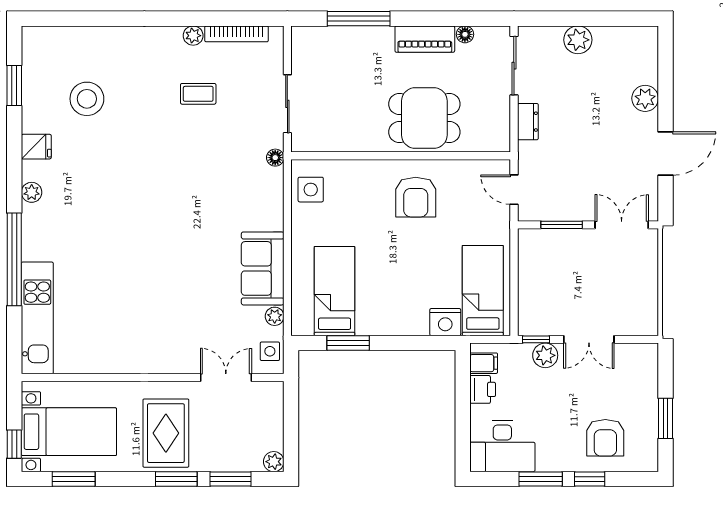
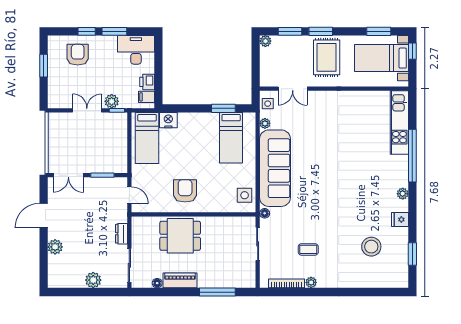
sofa: (263, 268) -> (275, 168), width x1.85, depth x1.27

